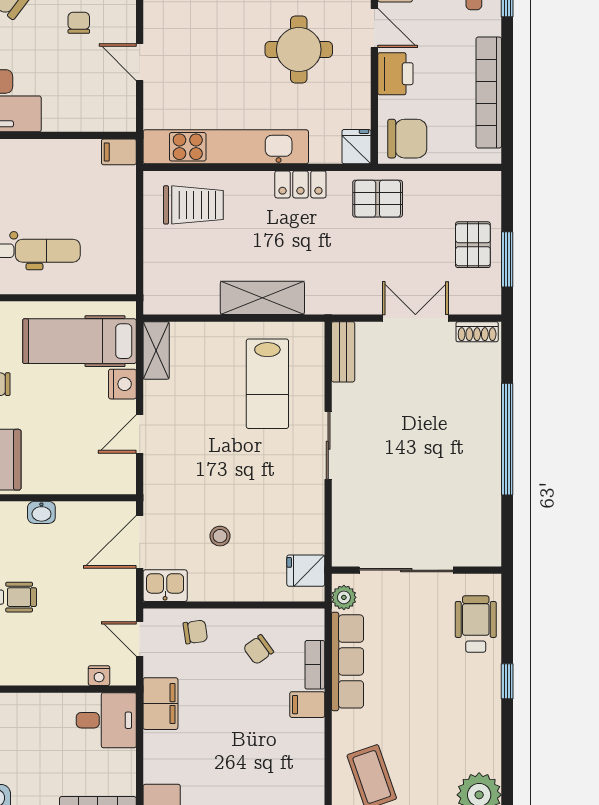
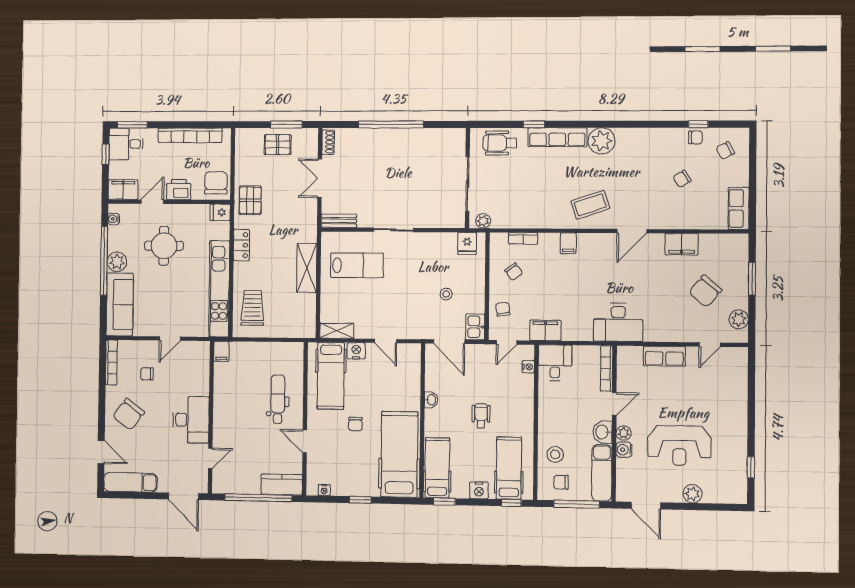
row of seats: (347, 661) -> (557, 137), moved, turned 180
filing cabinet: (307, 705) -> (568, 243), moved

